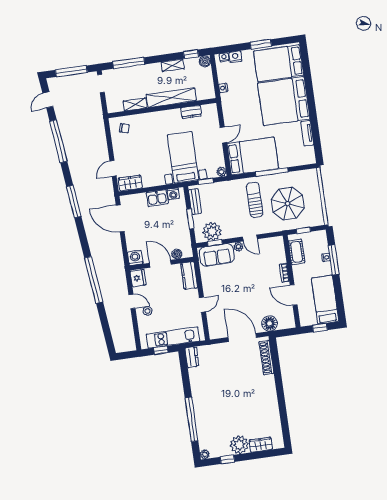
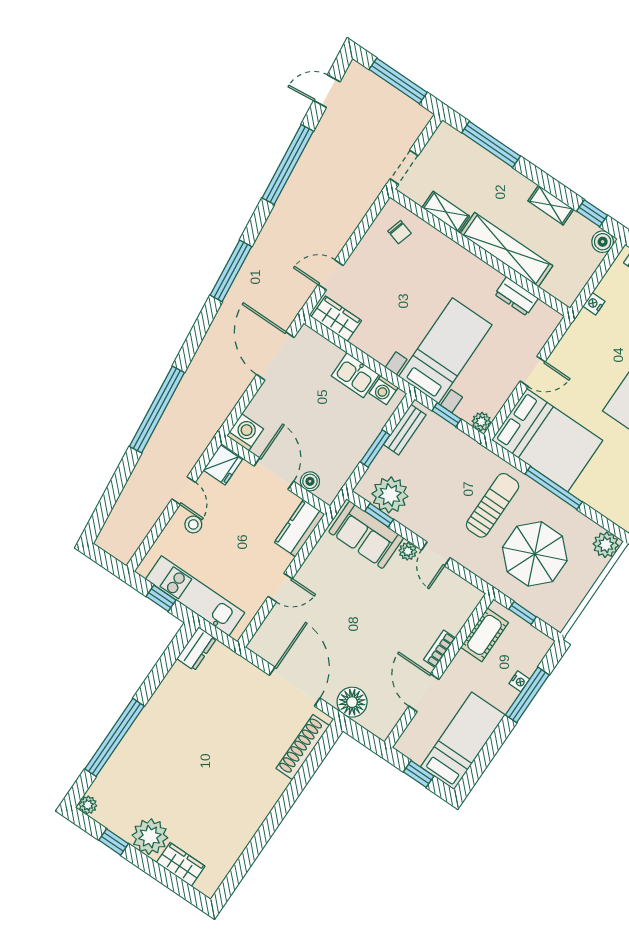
doorway: (101, 83) -> (404, 167), moved
plant: (311, 175) -> (606, 545), added

